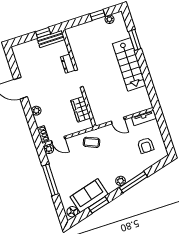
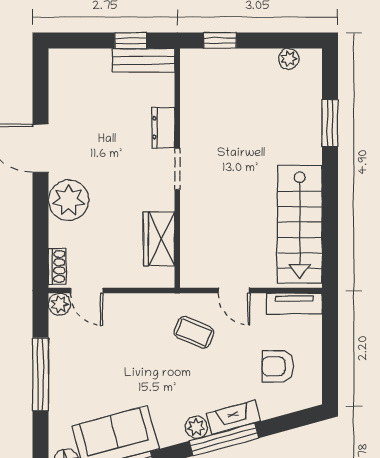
window: (98, 15) -> (220, 41), moved
stairs: (129, 65) -> (300, 224), moved
plant: (36, 111) -> (69, 200), width x1.88, depth x1.88
coffee table: (91, 142) -> (194, 332), moved
armchair: (146, 145) -> (278, 366), turned 90
fireplace: (134, 172) -> (234, 417), added

